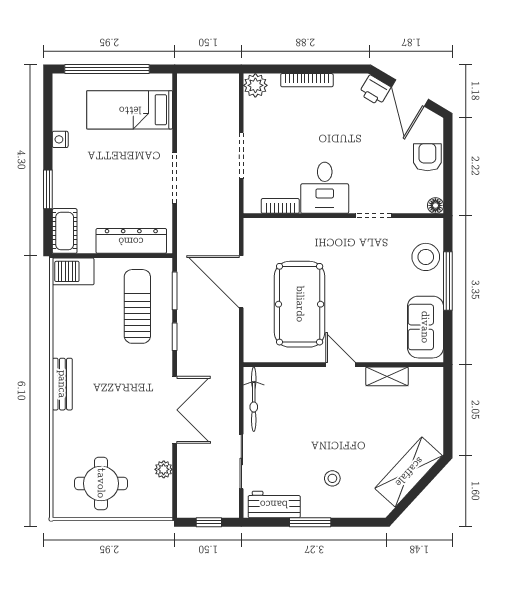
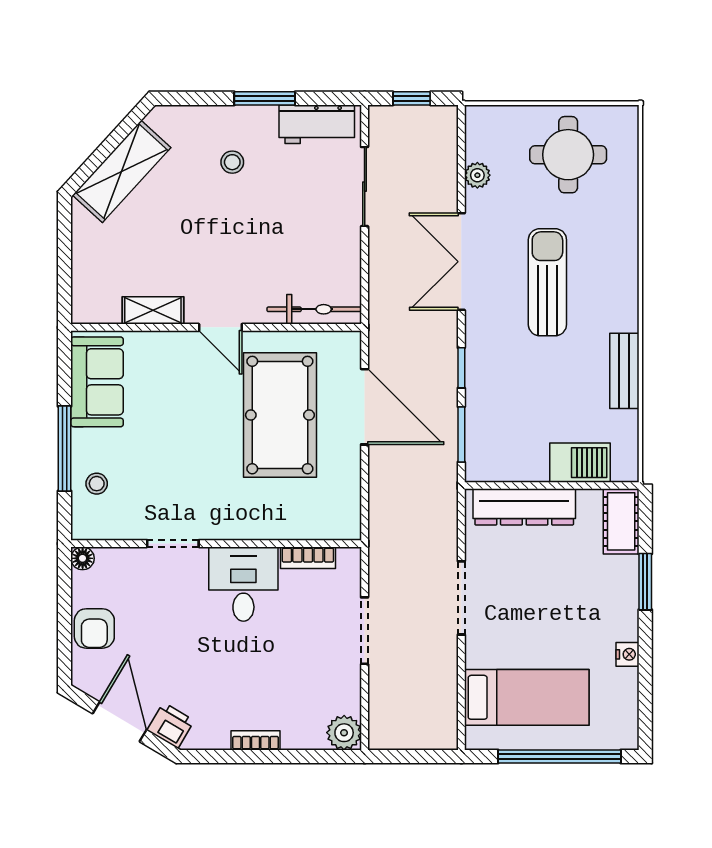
bookcase: (307, 80) -> (256, 740), width x0.64
stool: (426, 257) -> (97, 484), width x0.53, depth x0.53
barbecue: (73, 271) -> (580, 463), moved
door: (241, 282) -> (365, 407), moved
sun lounger: (137, 306) -> (547, 282), moved, turned 180
bench: (62, 384) -> (624, 371), moved
bicycle: (254, 399) -> (314, 309), moved, turned 90

